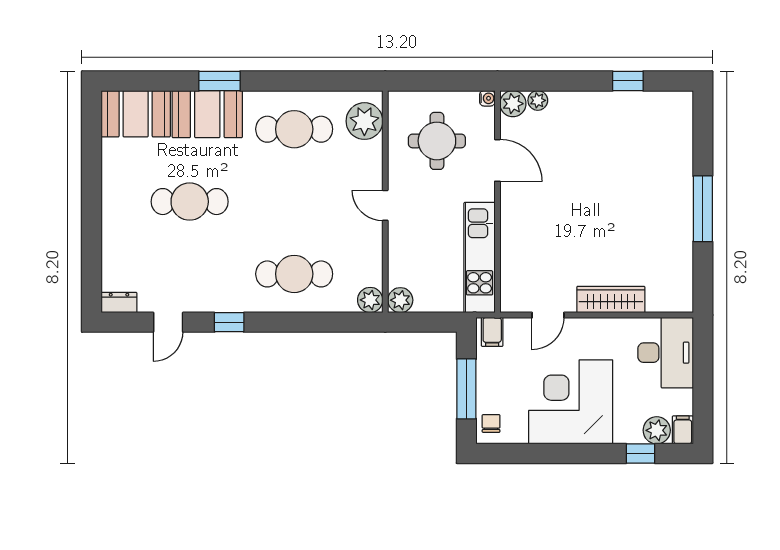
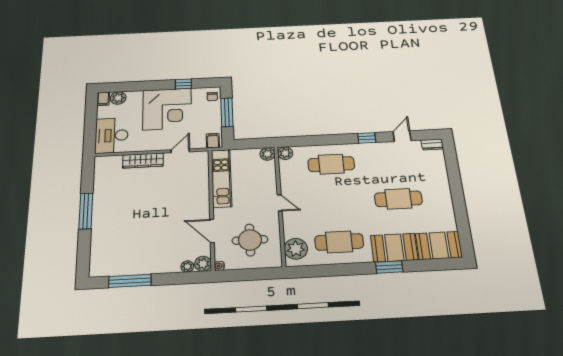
window: (628, 81) -> (130, 281), width x2.17
window: (640, 454) -> (183, 84), moved

